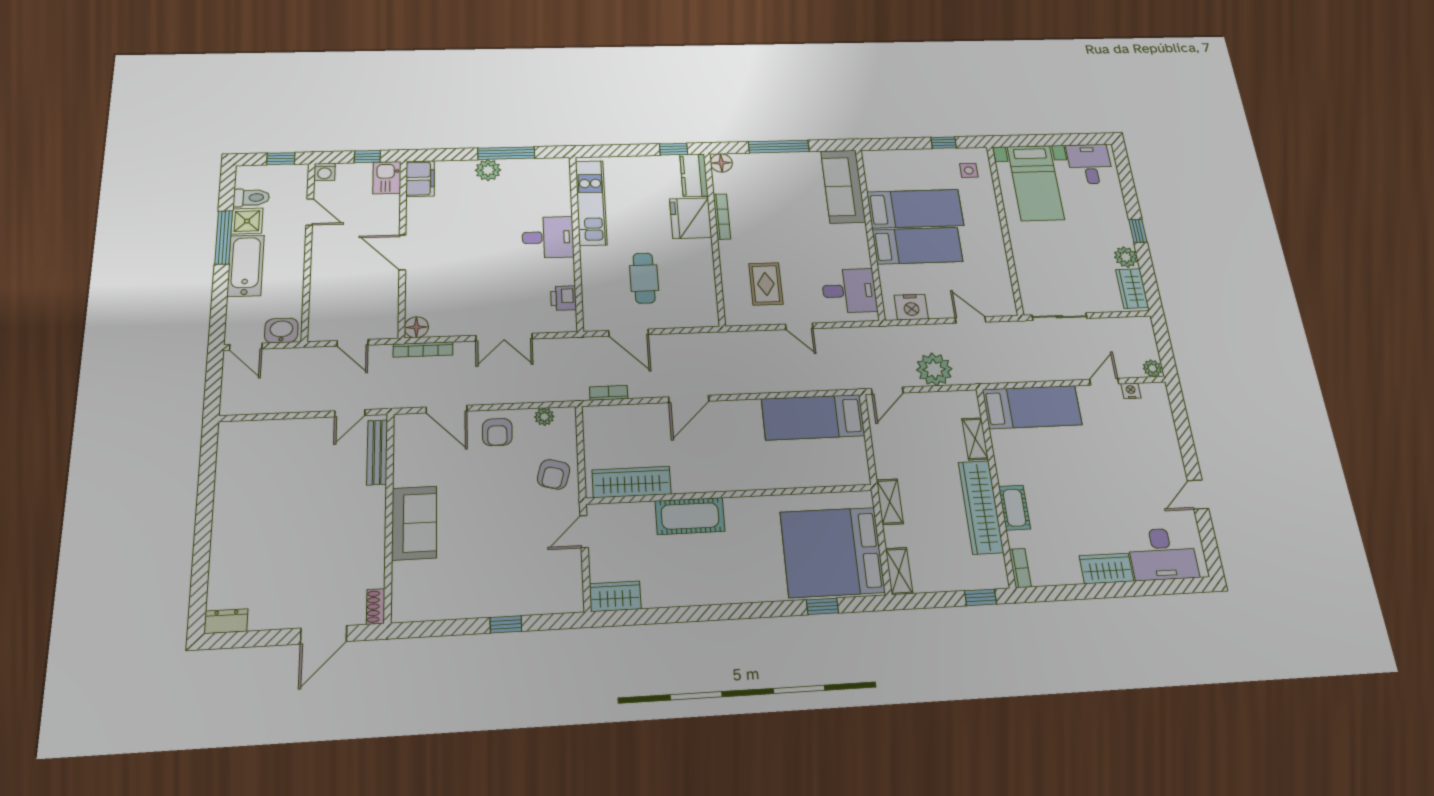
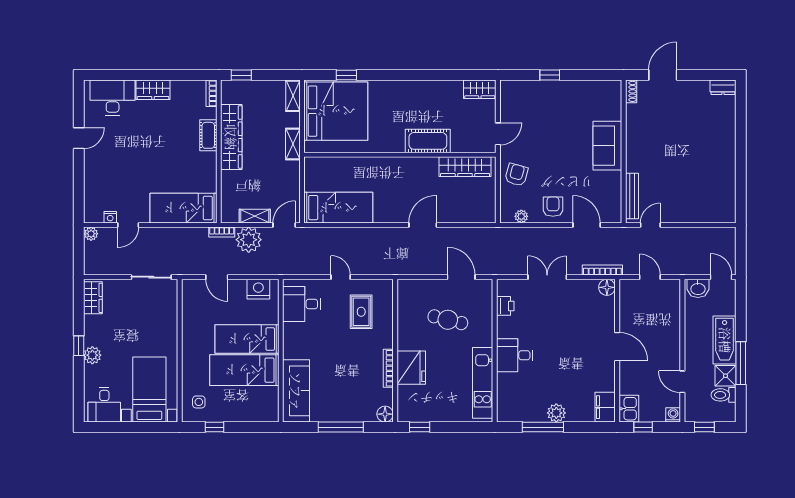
kitchen counter: (694, 175) -> (406, 404), removed
plant: (1126, 257) -> (92, 355), moved
cafe table: (644, 278) -> (448, 320), turned -76
bookcase: (609, 393) -> (222, 232), moved
shelving: (975, 439) -> (255, 216), moved, turned 90

